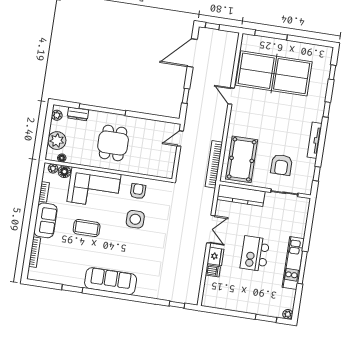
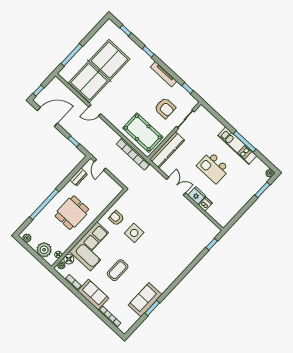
door: (192, 53) -> (47, 117), swing flipped
dresser: (78, 114) -> (79, 177), moved
dining table: (113, 143) -> (72, 213), turned 90
sofa: (111, 281) -> (145, 300), moved, width x0.73

